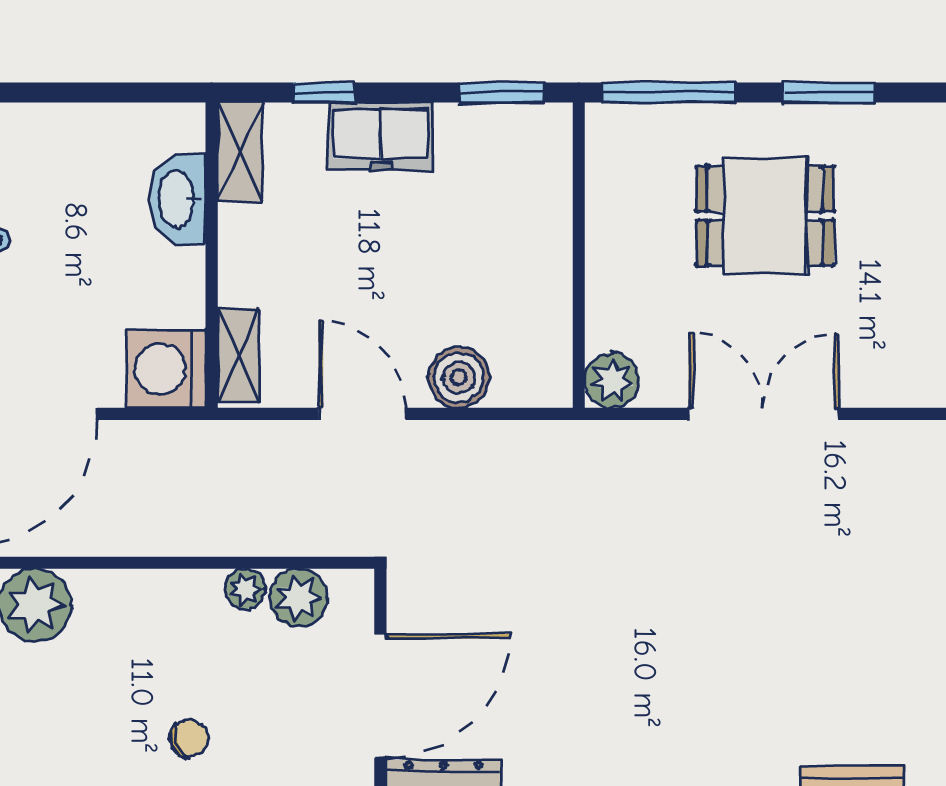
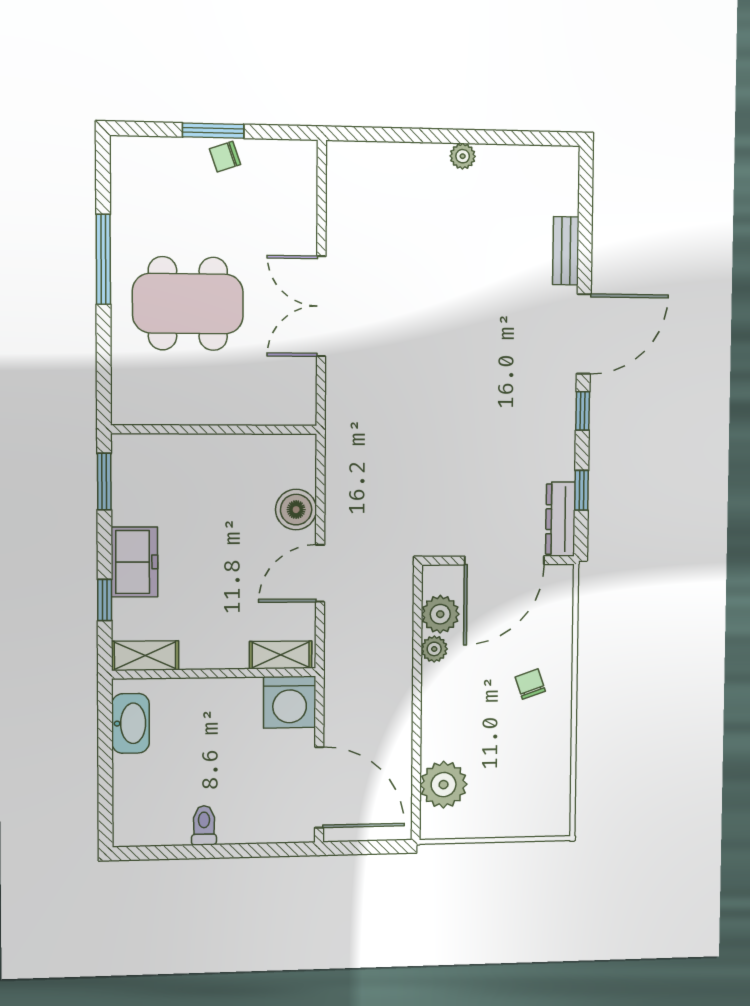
window: (669, 92) -> (104, 368), removed
window: (828, 92) -> (103, 259), width x1.44
washbasin: (178, 199) -> (131, 723), moved, turned -90
dining table: (765, 216) -> (188, 304), width x1.37
plant: (612, 381) -> (299, 407), removed
door: (380, 696) -> (504, 560), swing flipped

